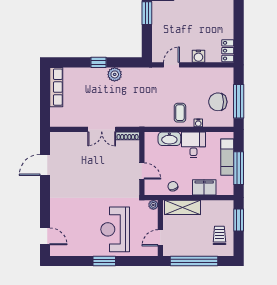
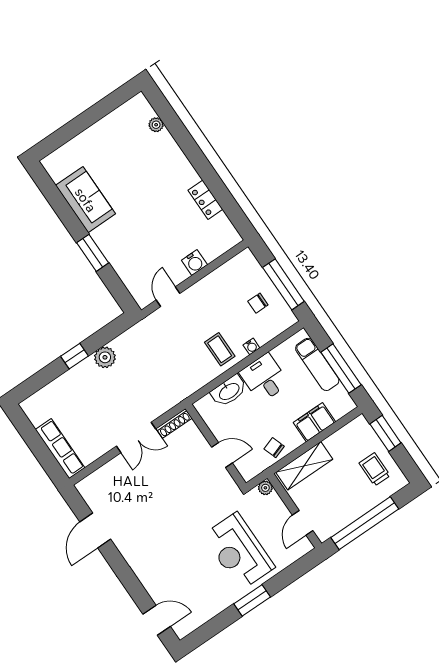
locker: (228, 51) -> (205, 200), moved
row of seats: (56, 87) -> (60, 449), moved
chair: (218, 102) -> (258, 303), width x0.54, depth x0.54

